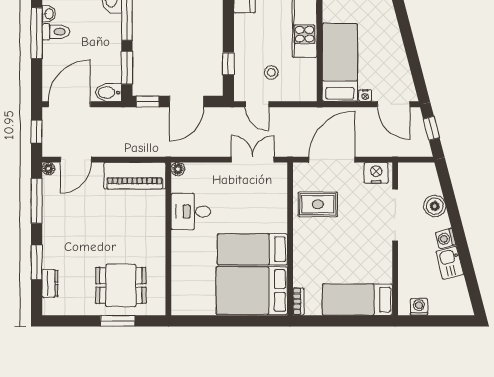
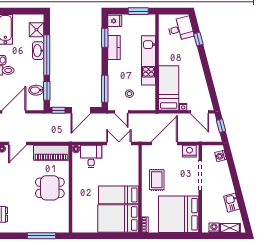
window: (228, 64) -> (105, 89), width x2.17
bidet: (108, 93) -> (36, 90), moved
rug: (318, 204) -> (157, 180), moved, turned 90
boiler: (435, 206) -> (223, 170), removed
desk: (191, 212) -> (91, 156), moved, turned 90
washing machine: (446, 238) -> (221, 156), moved
dining table: (121, 285) -> (50, 188), moved
bed: (357, 300) -> (179, 214), width x2.04
shelving: (447, 307) -> (230, 228), added
window: (118, 321) -> (42, 236), width x1.44

